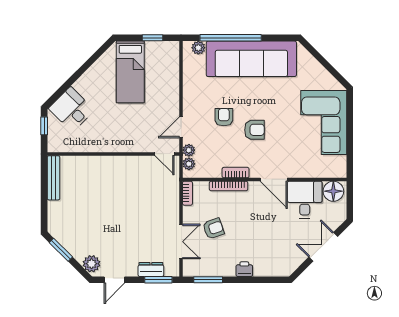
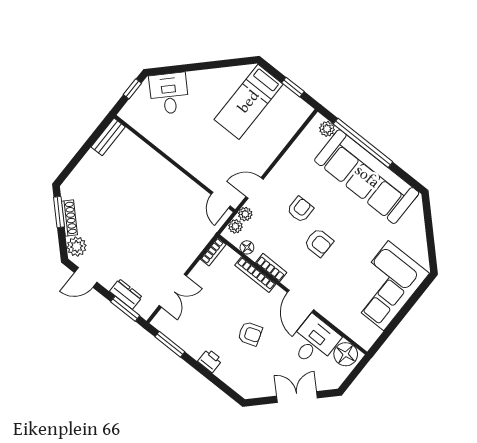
floor lamp: (208, 172) -> (247, 247), added
bench: (54, 178) -> (108, 137), width x0.73
armchair: (213, 229) -> (250, 334), moved
shoe rack: (71, 248) -> (69, 218), added

